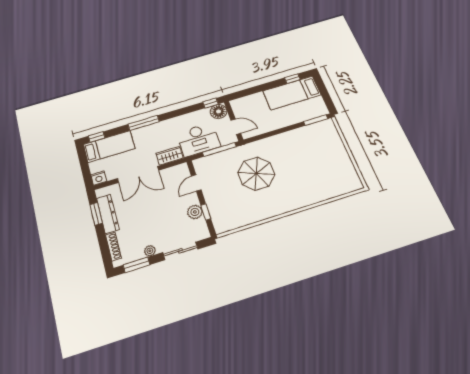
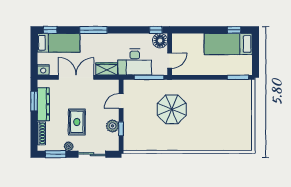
door: (236, 127) -> (170, 61), hinge flipped
double door: (138, 174) -> (76, 77), swing flipped
rug: (152, 221) -> (77, 122), added

